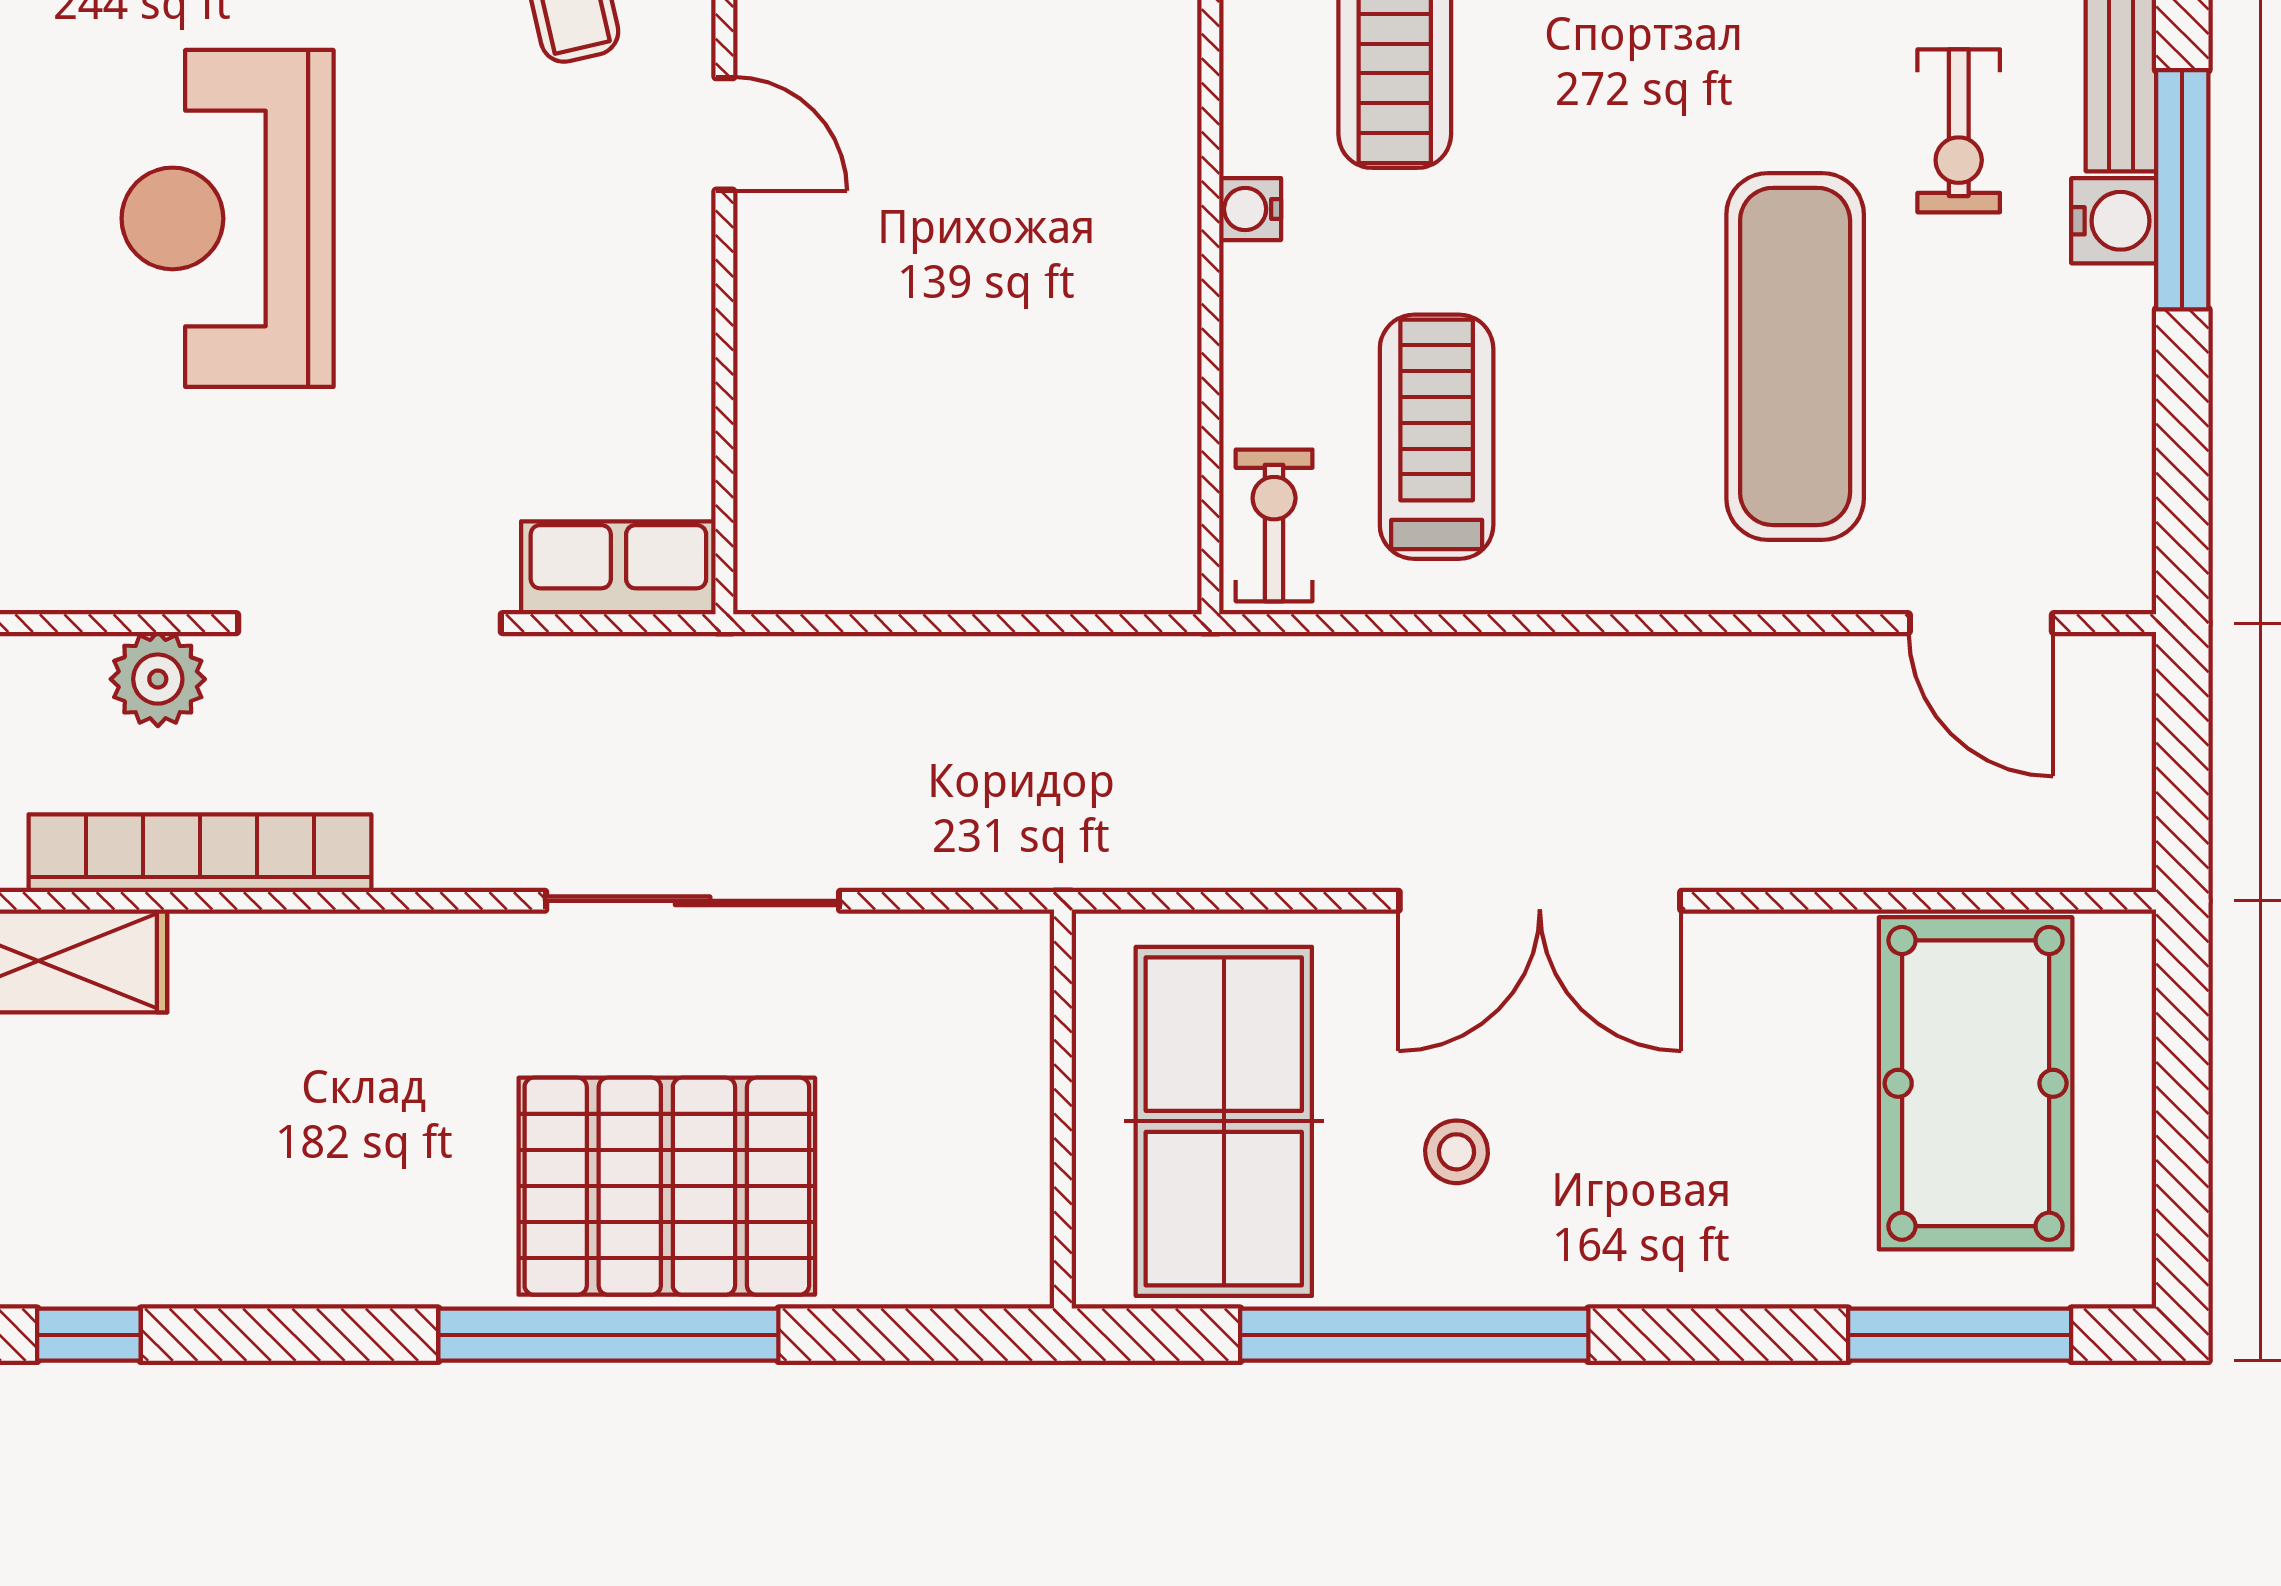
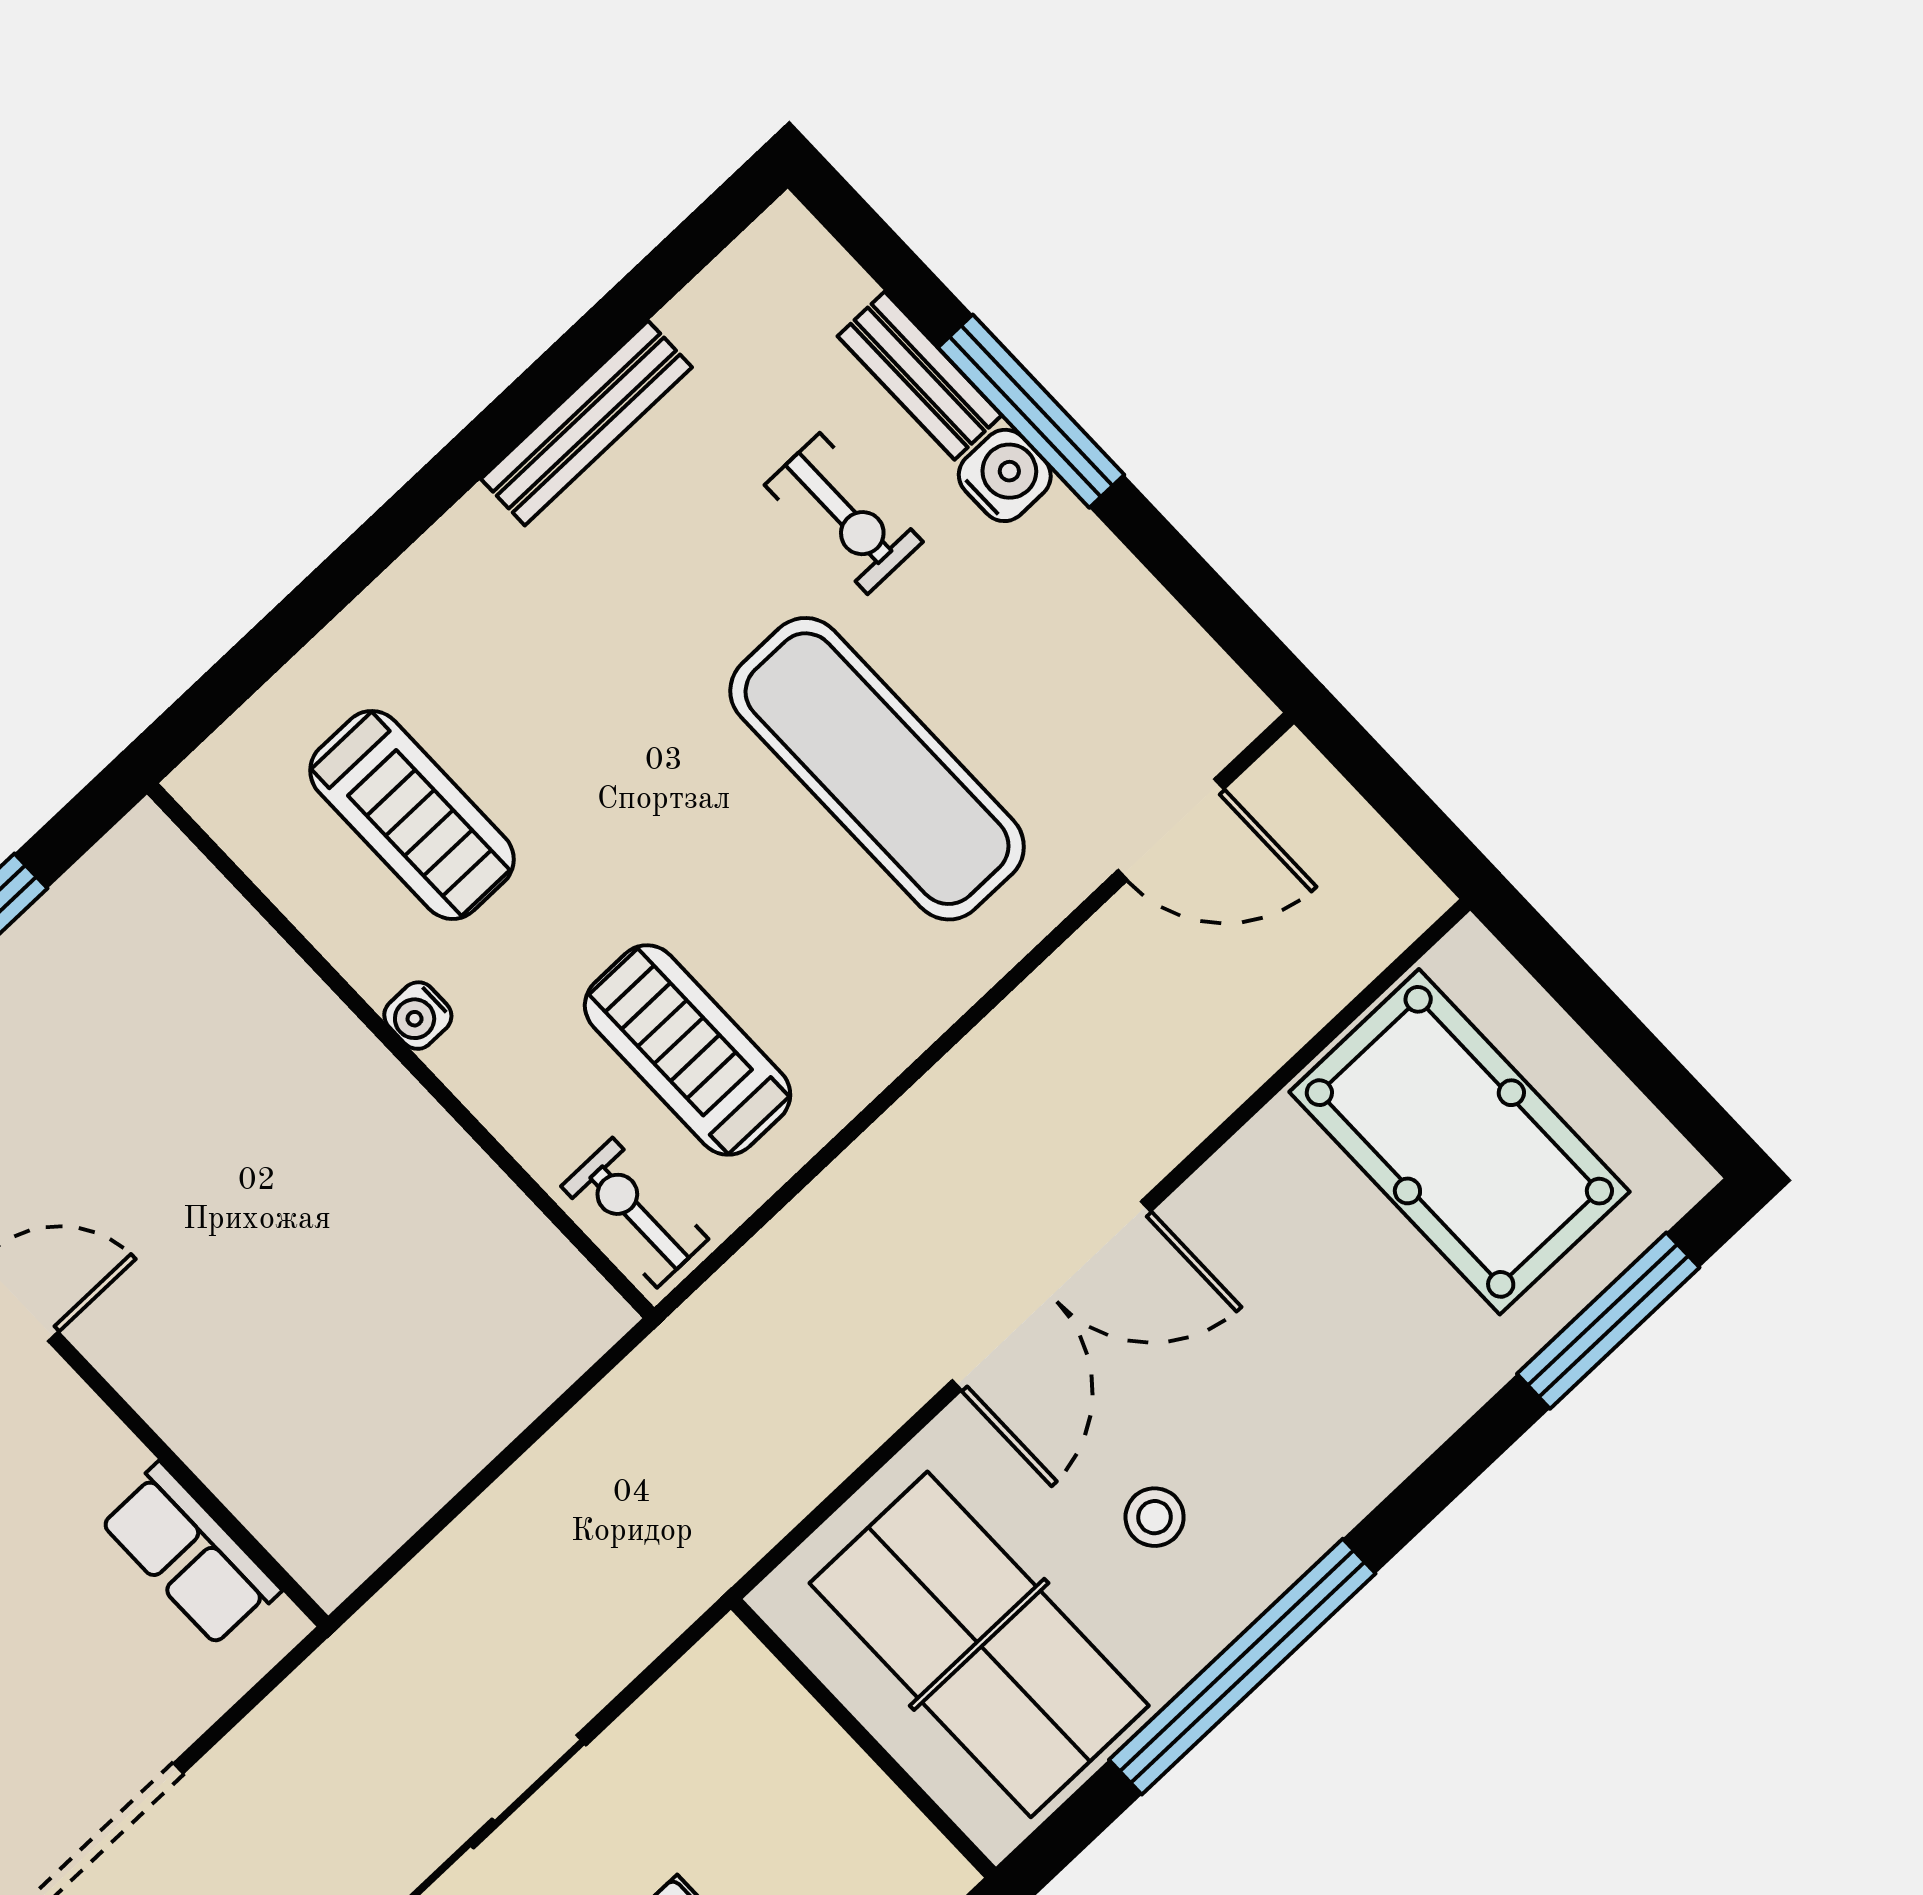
row of seats: (618, 568) -> (190, 1555), moved, turned -90

